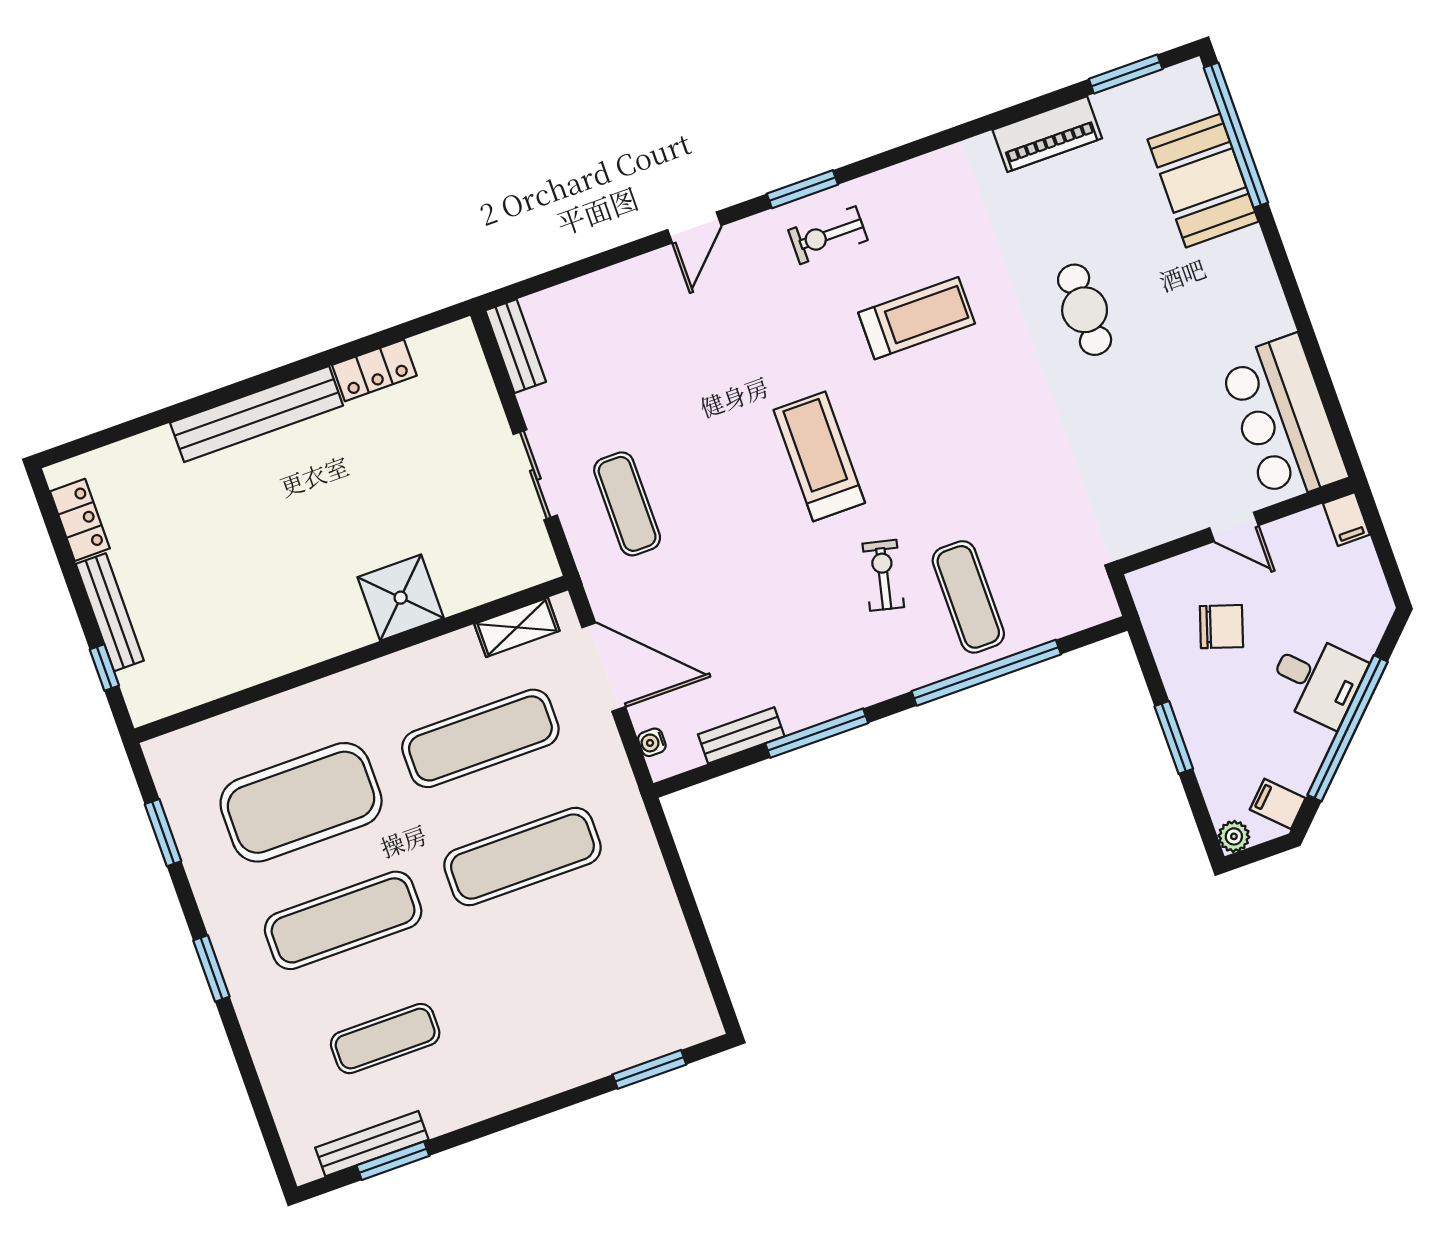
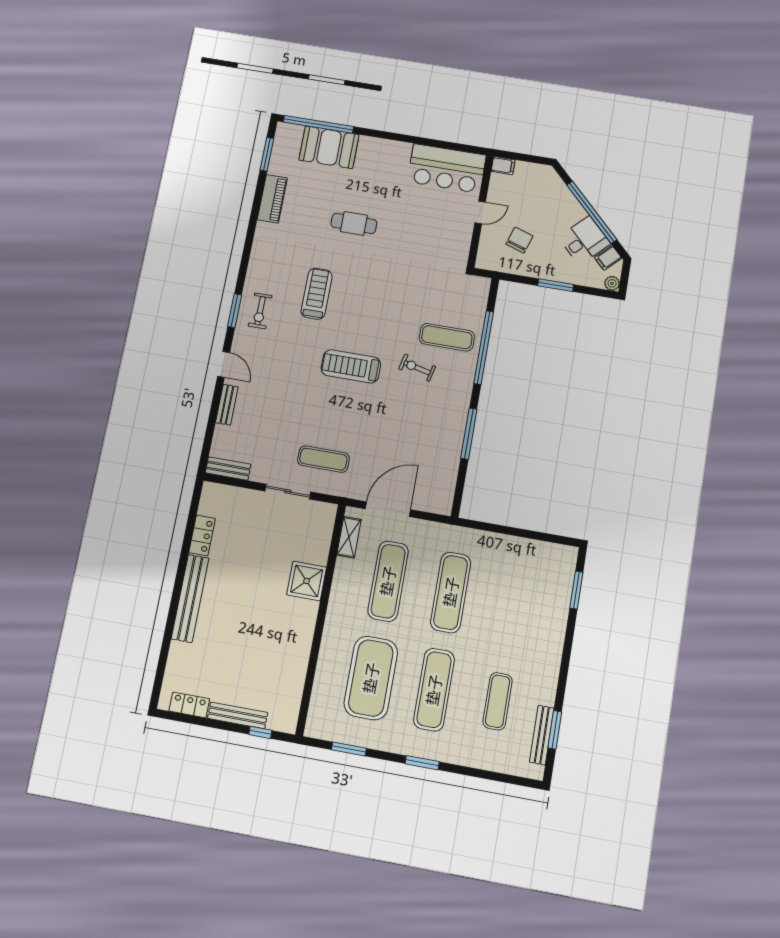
desk: (1317, 680) -> (584, 240), moved
bench: (741, 735) -> (227, 405), moved
water cooler: (652, 742) -> (433, 507), removed

